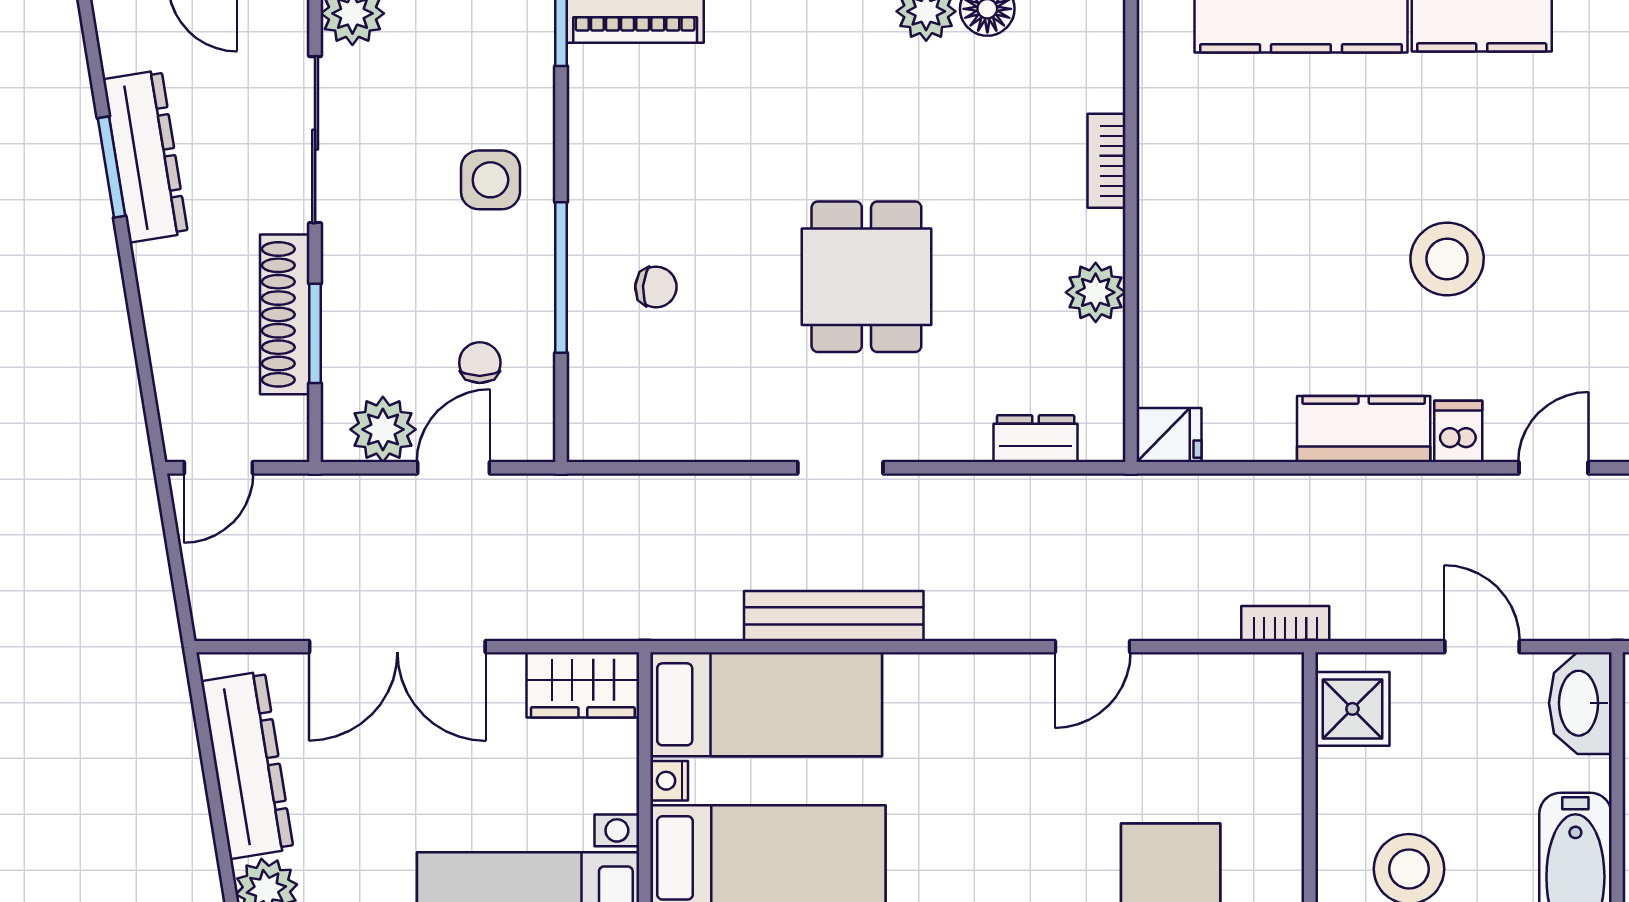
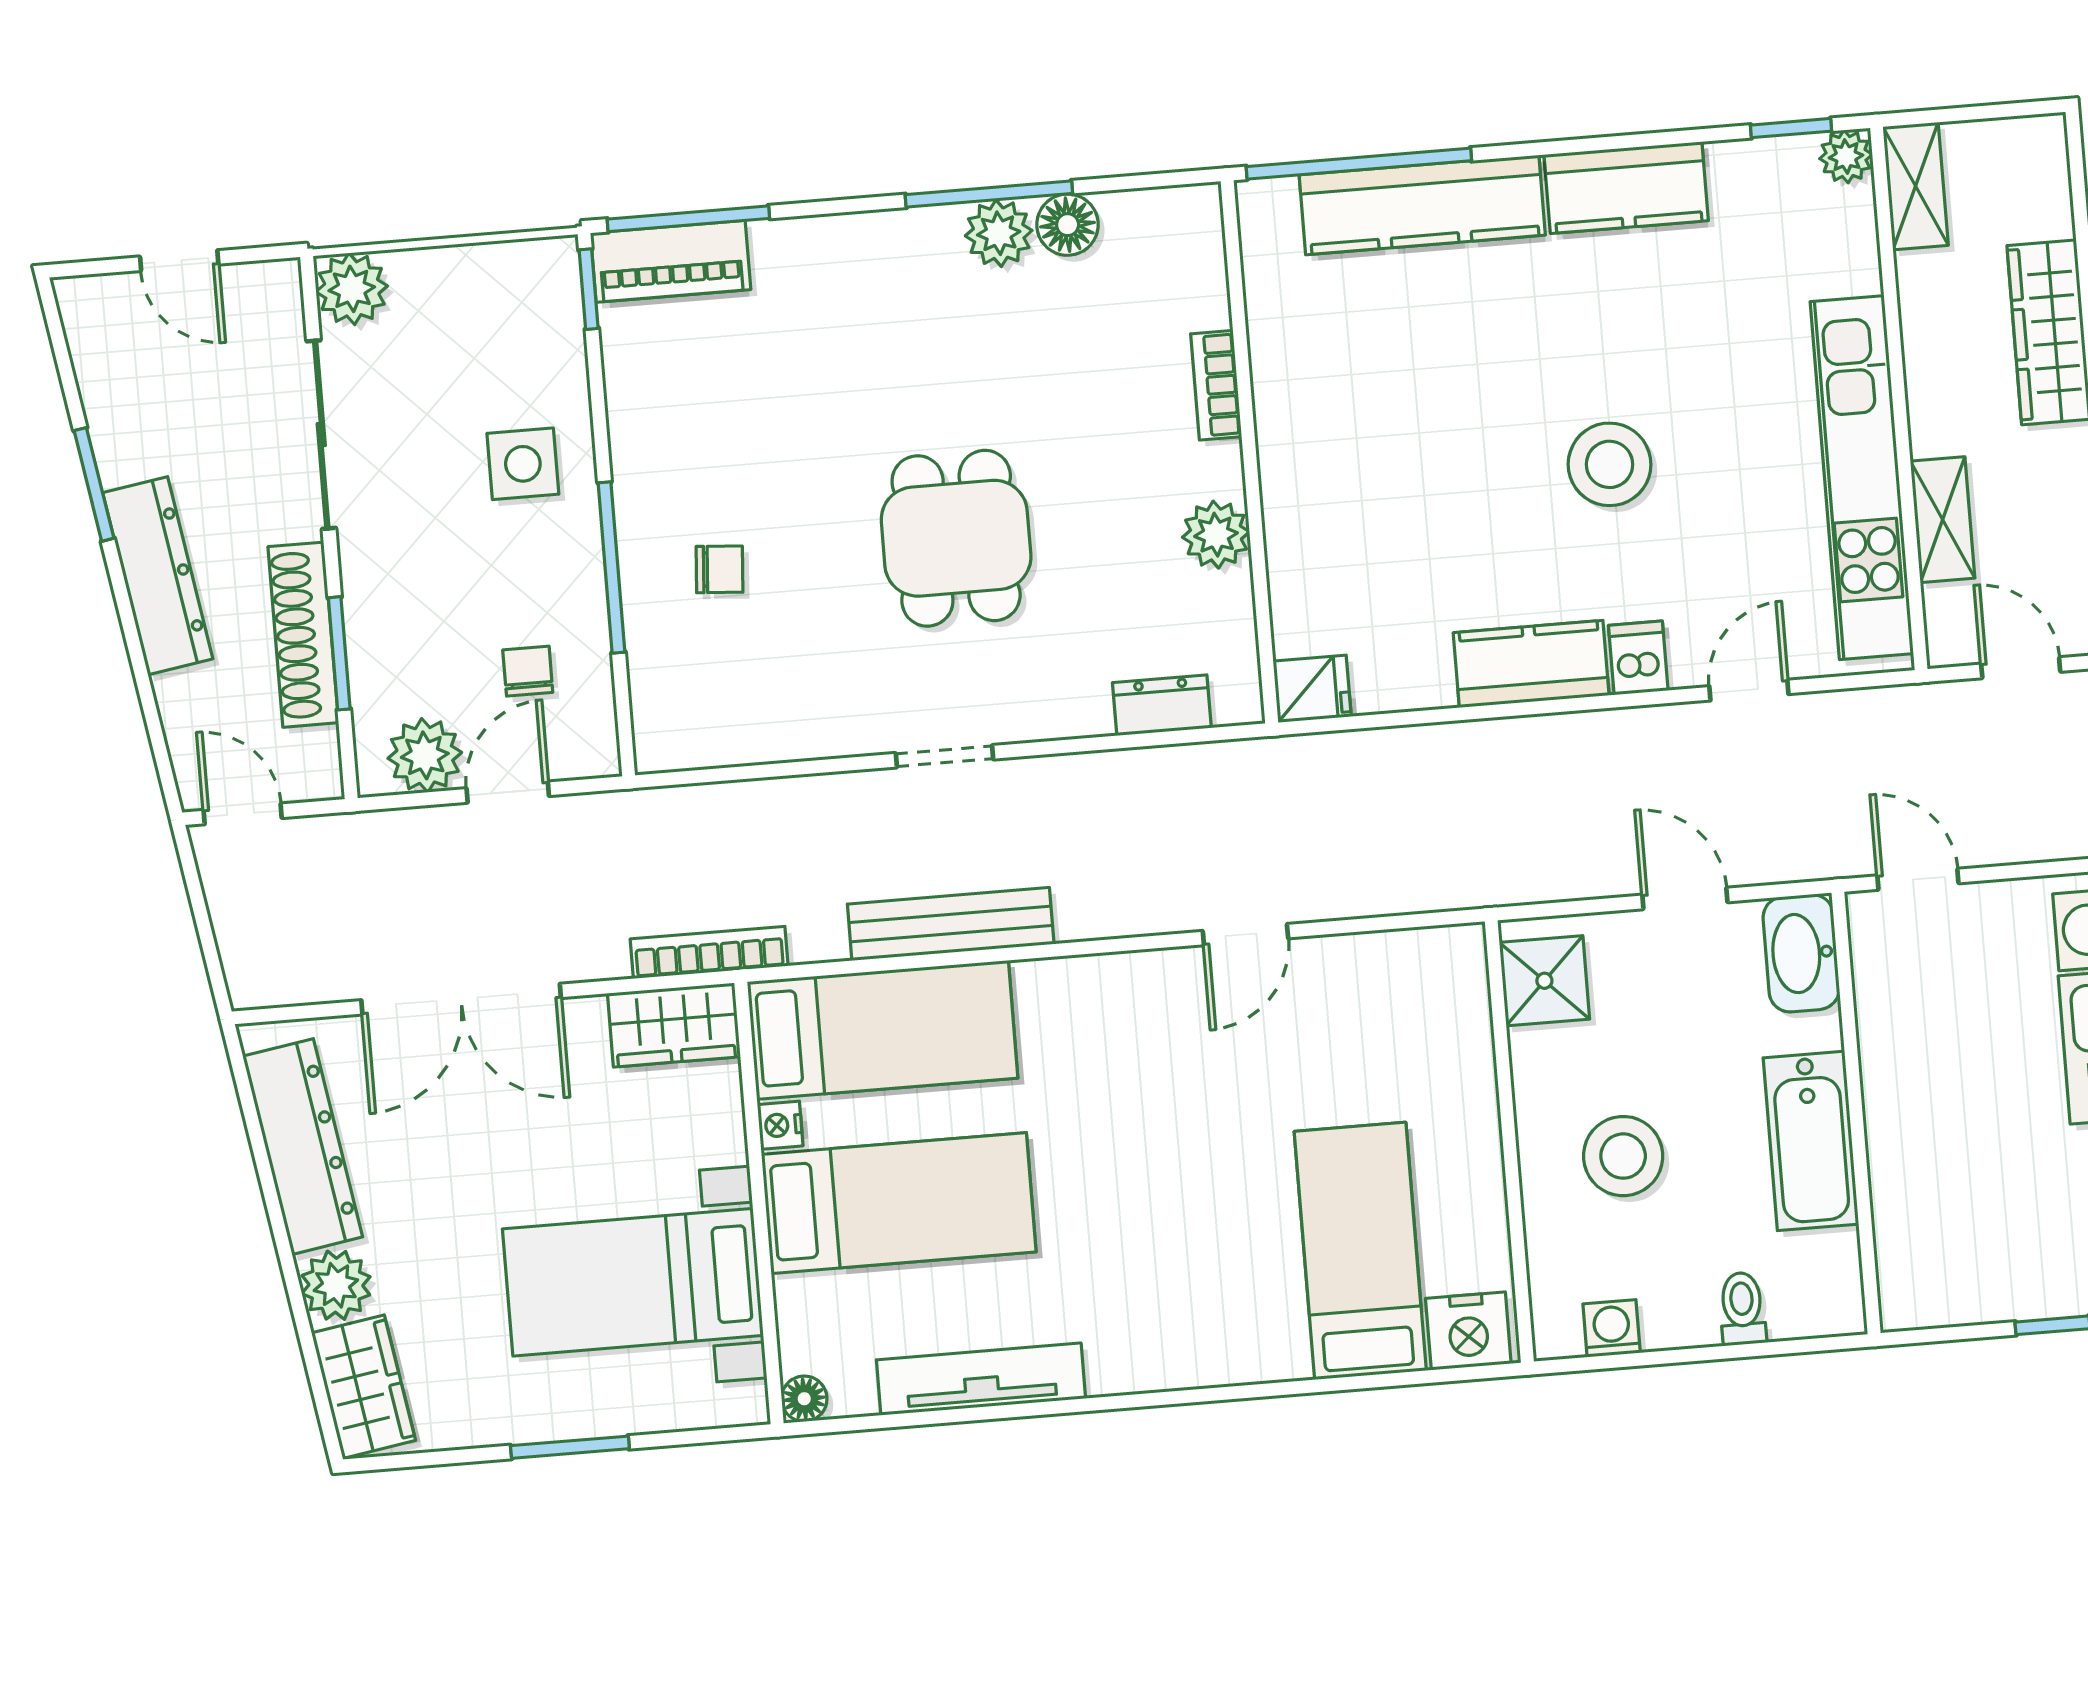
dresser: (145, 156) -> (158, 576), moved
door: (218, 468) -> (243, 814), swing flipped
bookcase: (1285, 624) -> (709, 952), moved, width x1.56

